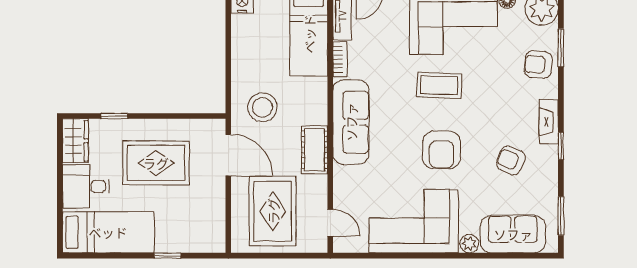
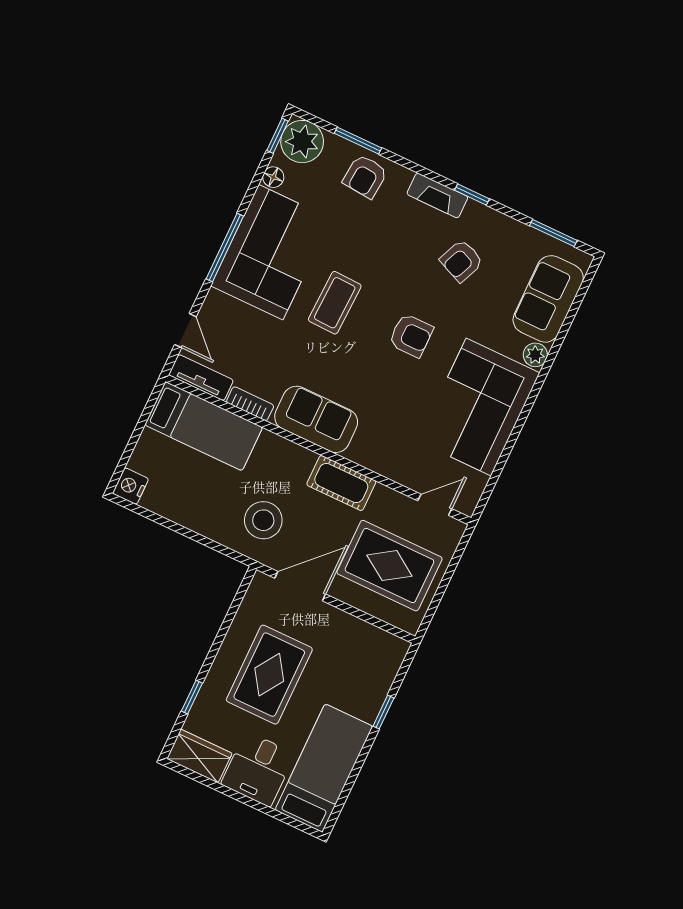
sofa: (351, 122) -> (316, 419), width x0.73
armchair: (442, 150) -> (411, 335), width x0.72, depth x0.72

